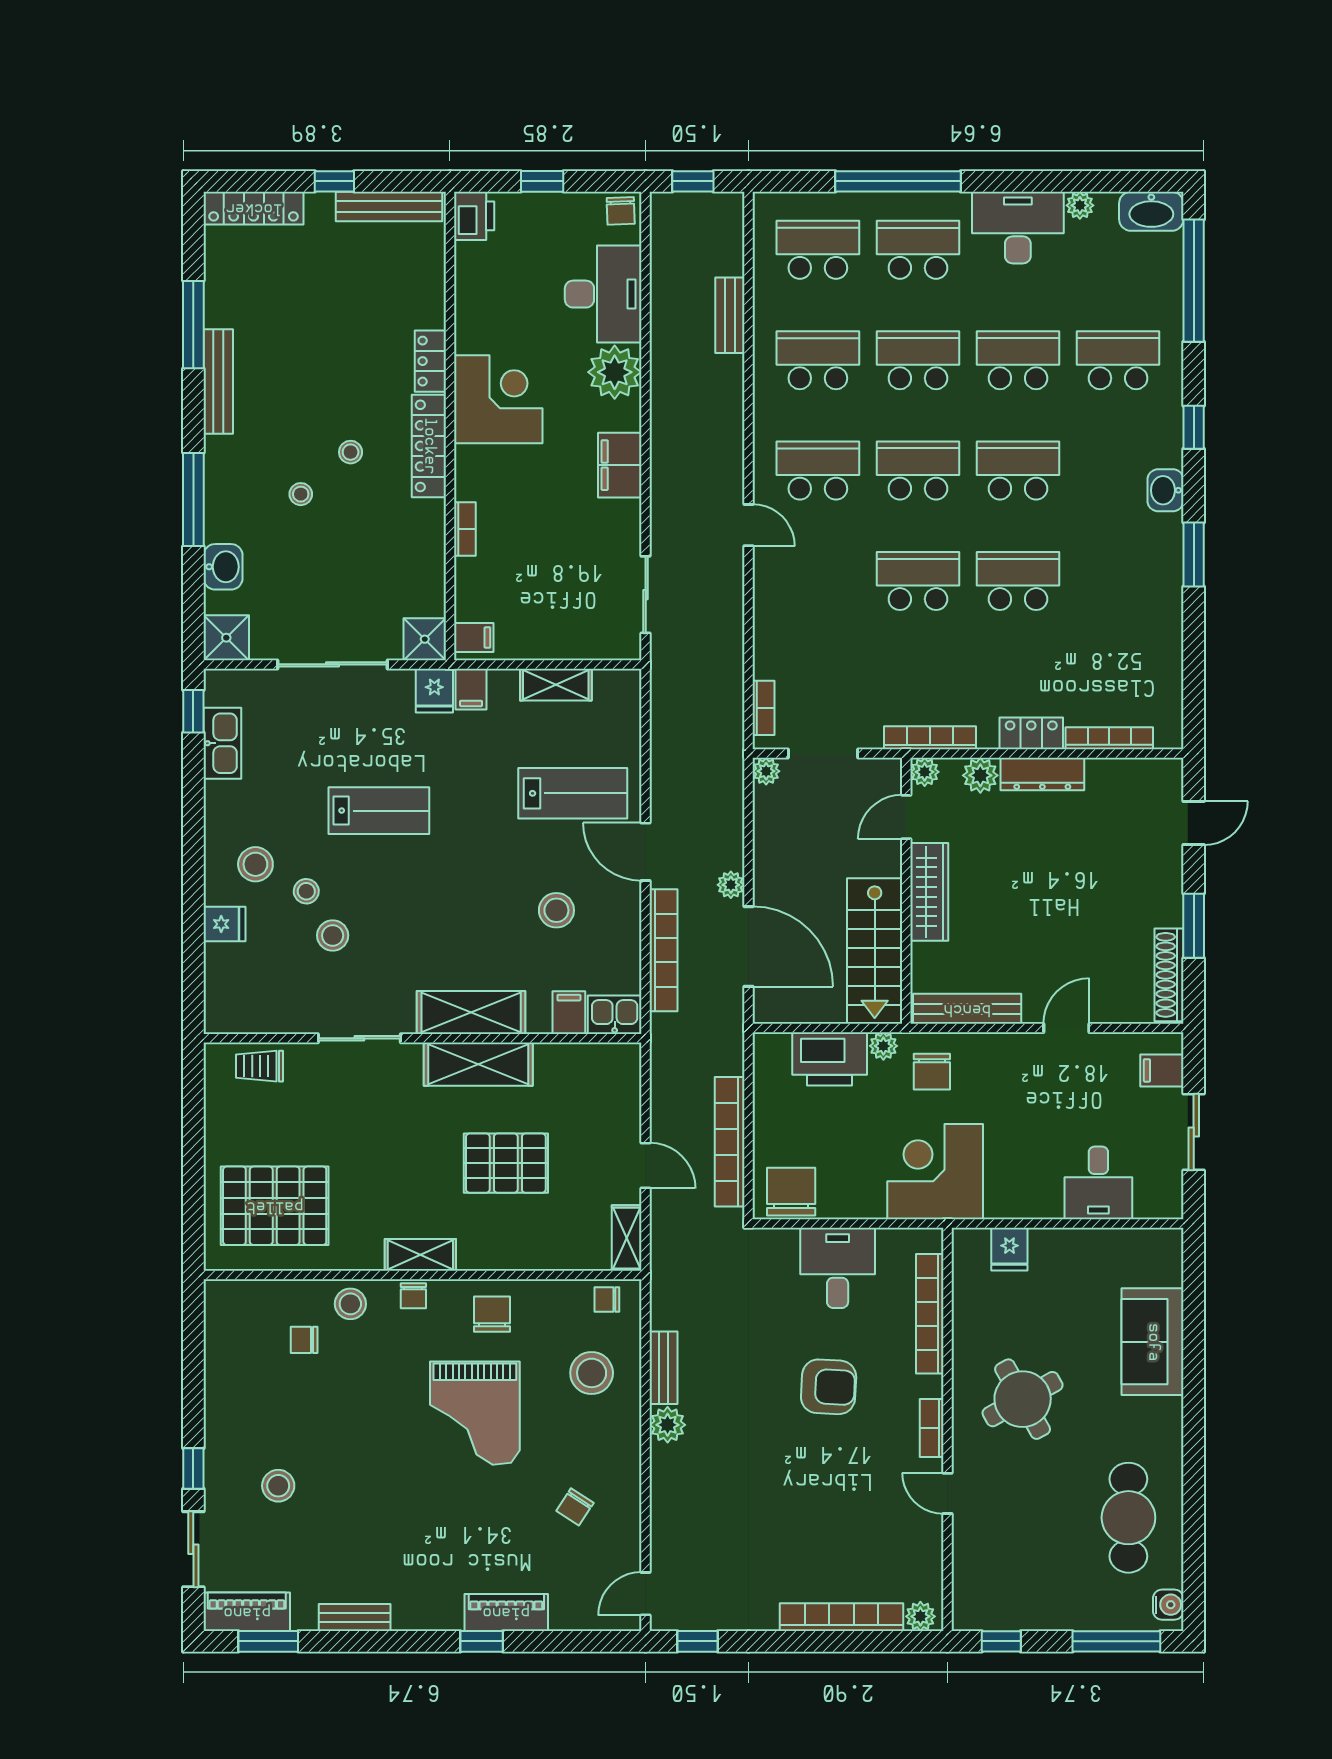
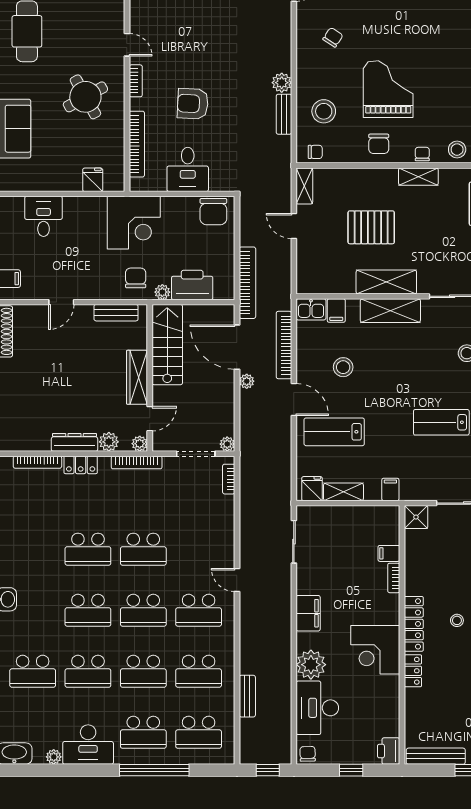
filing cabinet: (474, 637) -> (389, 553), moved
fridge: (434, 691) -> (312, 489), moved
bench: (967, 1009) -> (116, 313), width x0.73
bookcase: (730, 1142) -> (247, 283), moved

